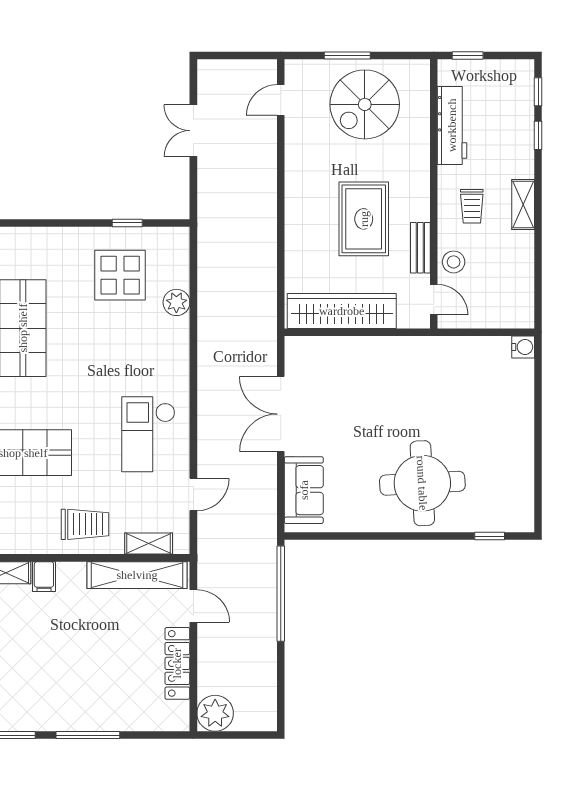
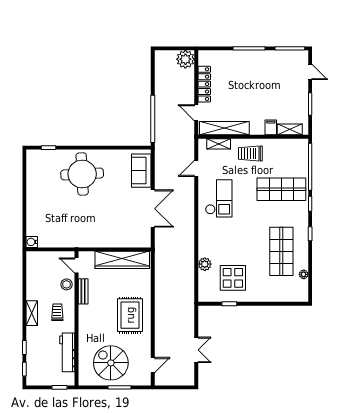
spiral stairs: (365, 104) -> (111, 363), turned -90
rug: (364, 219) -> (130, 315), moved

